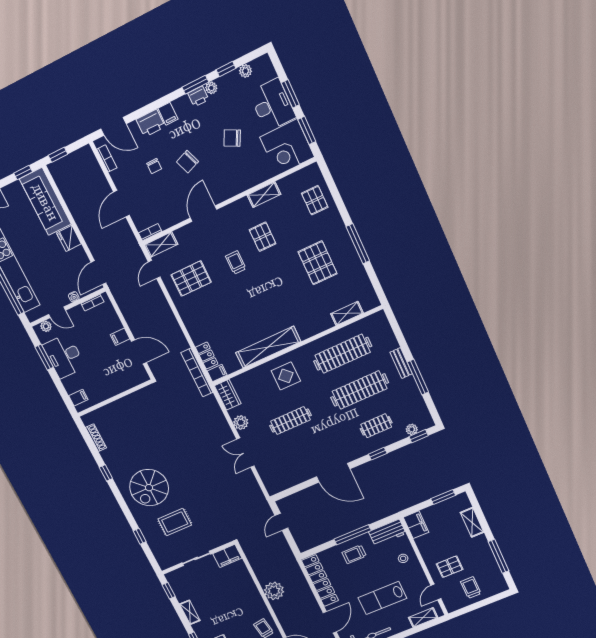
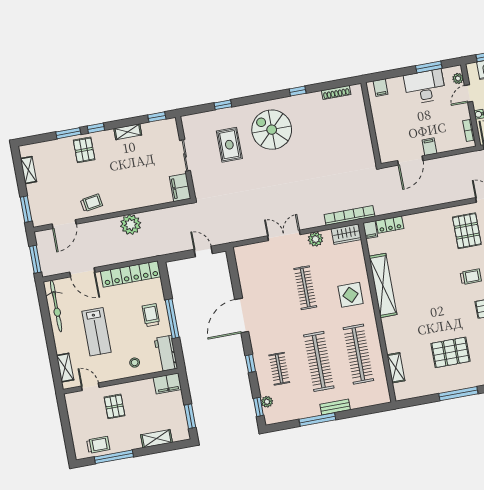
bookcase: (197, 373) -> (349, 215), moved
trolley: (471, 588) -> (98, 445), moved
lab bench: (382, 598) -> (96, 332), turned 180

